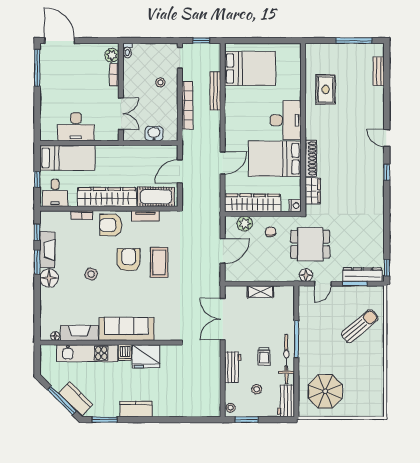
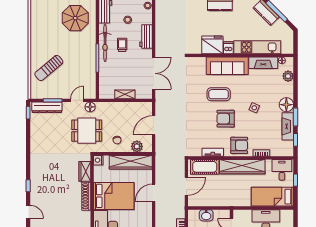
armchair: (129, 260) -> (226, 119), turned 90
coffee table: (159, 262) -> (219, 94), moved, turned 90
plant: (47, 315) -> (288, 76), added

